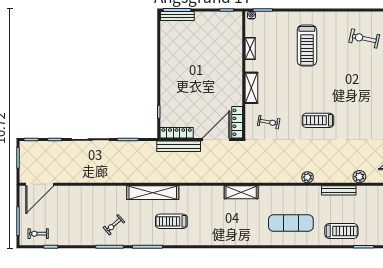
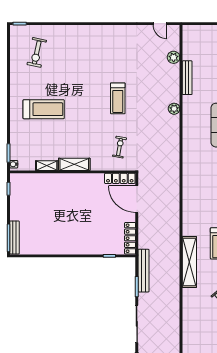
shelving: (251, 88) -> (74, 164), moved
bench: (179, 146) -> (143, 271), moved
shelving: (241, 192) -> (189, 174), removed

